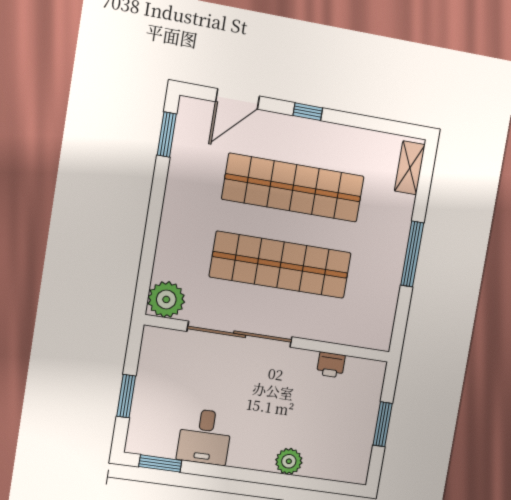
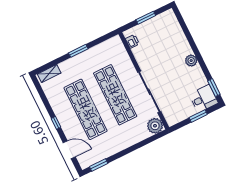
window: (412, 254) -> (78, 51), width x0.69
printer: (331, 365) -> (132, 41), moved
desk: (205, 437) -> (204, 99), moved
plant: (289, 461) -> (191, 61), moved

